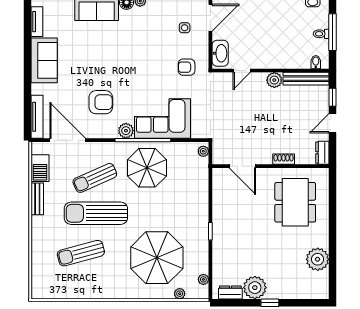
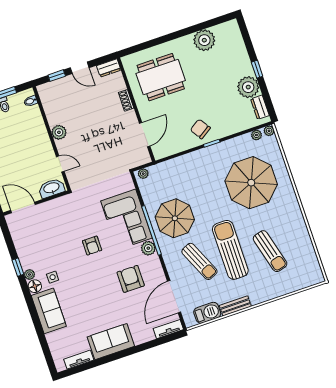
side table: (185, 28) -> (53, 277), moved
armchair: (187, 67) -> (92, 246), moved
bench: (306, 79) -> (48, 105), removed
tv unit: (37, 117) -> (168, 329), width x0.71
sun lounger: (96, 213) -> (230, 250), turned 180
chair: (229, 225) -> (200, 129), added
plant: (180, 294) -> (269, 131), moved

